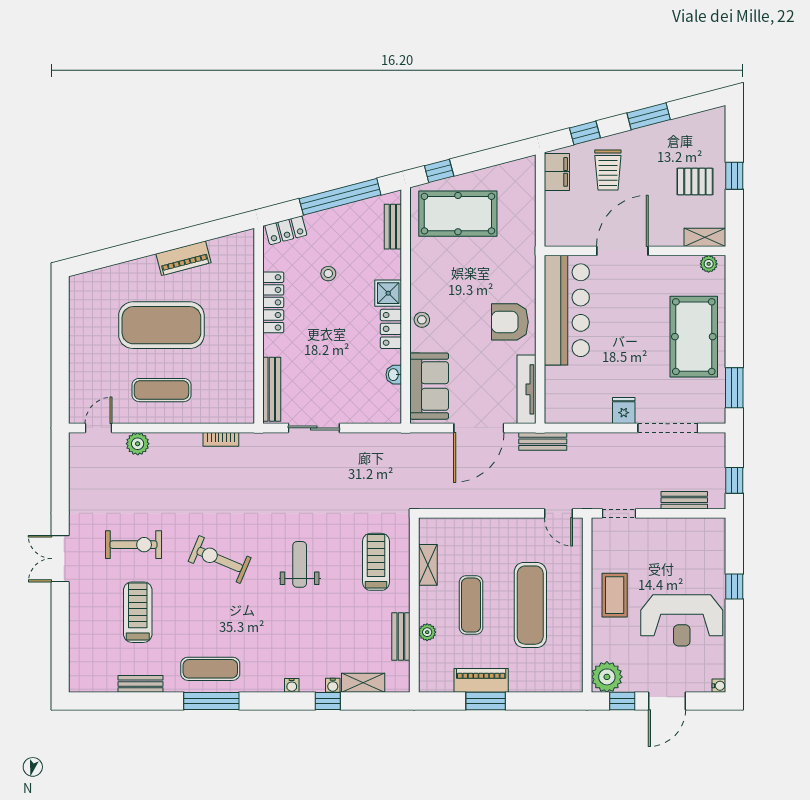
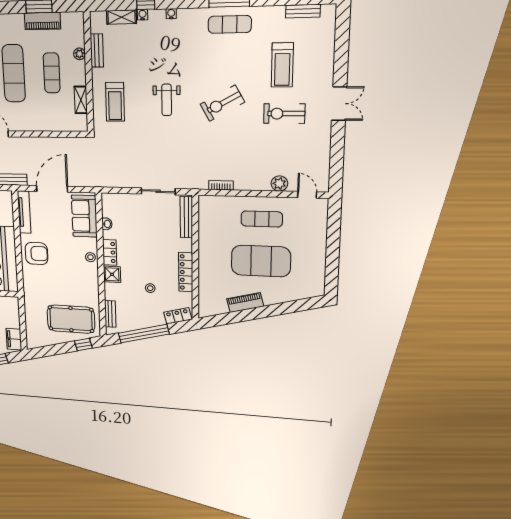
door: (99, 428) -> (307, 195), swing flipped
exercise bike: (220, 560) -> (222, 103), turned 128
bench: (141, 684) -> (303, 11), moved

